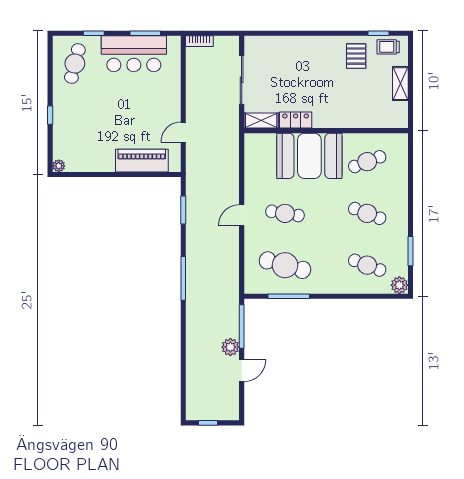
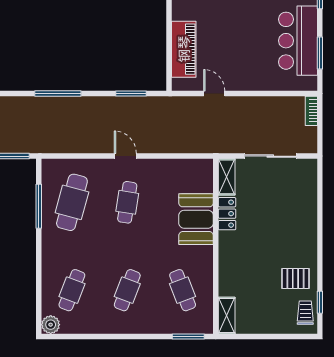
shelving: (400, 84) -> (227, 316), moved, turned 90
booth: (309, 156) -> (196, 219), width x0.73, depth x0.70
window: (411, 251) -> (188, 336), moved

